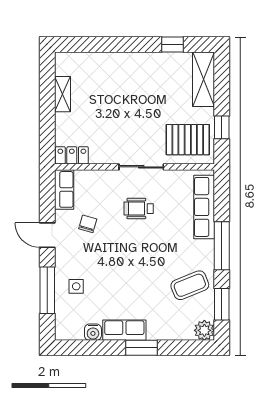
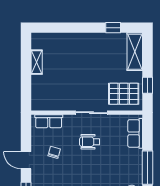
locker: (72, 155) -> (43, 105), removed
row of seats: (64, 189) -> (49, 121), moved, turned 90
row of seats: (204, 207) -> (135, 133), width x0.68

